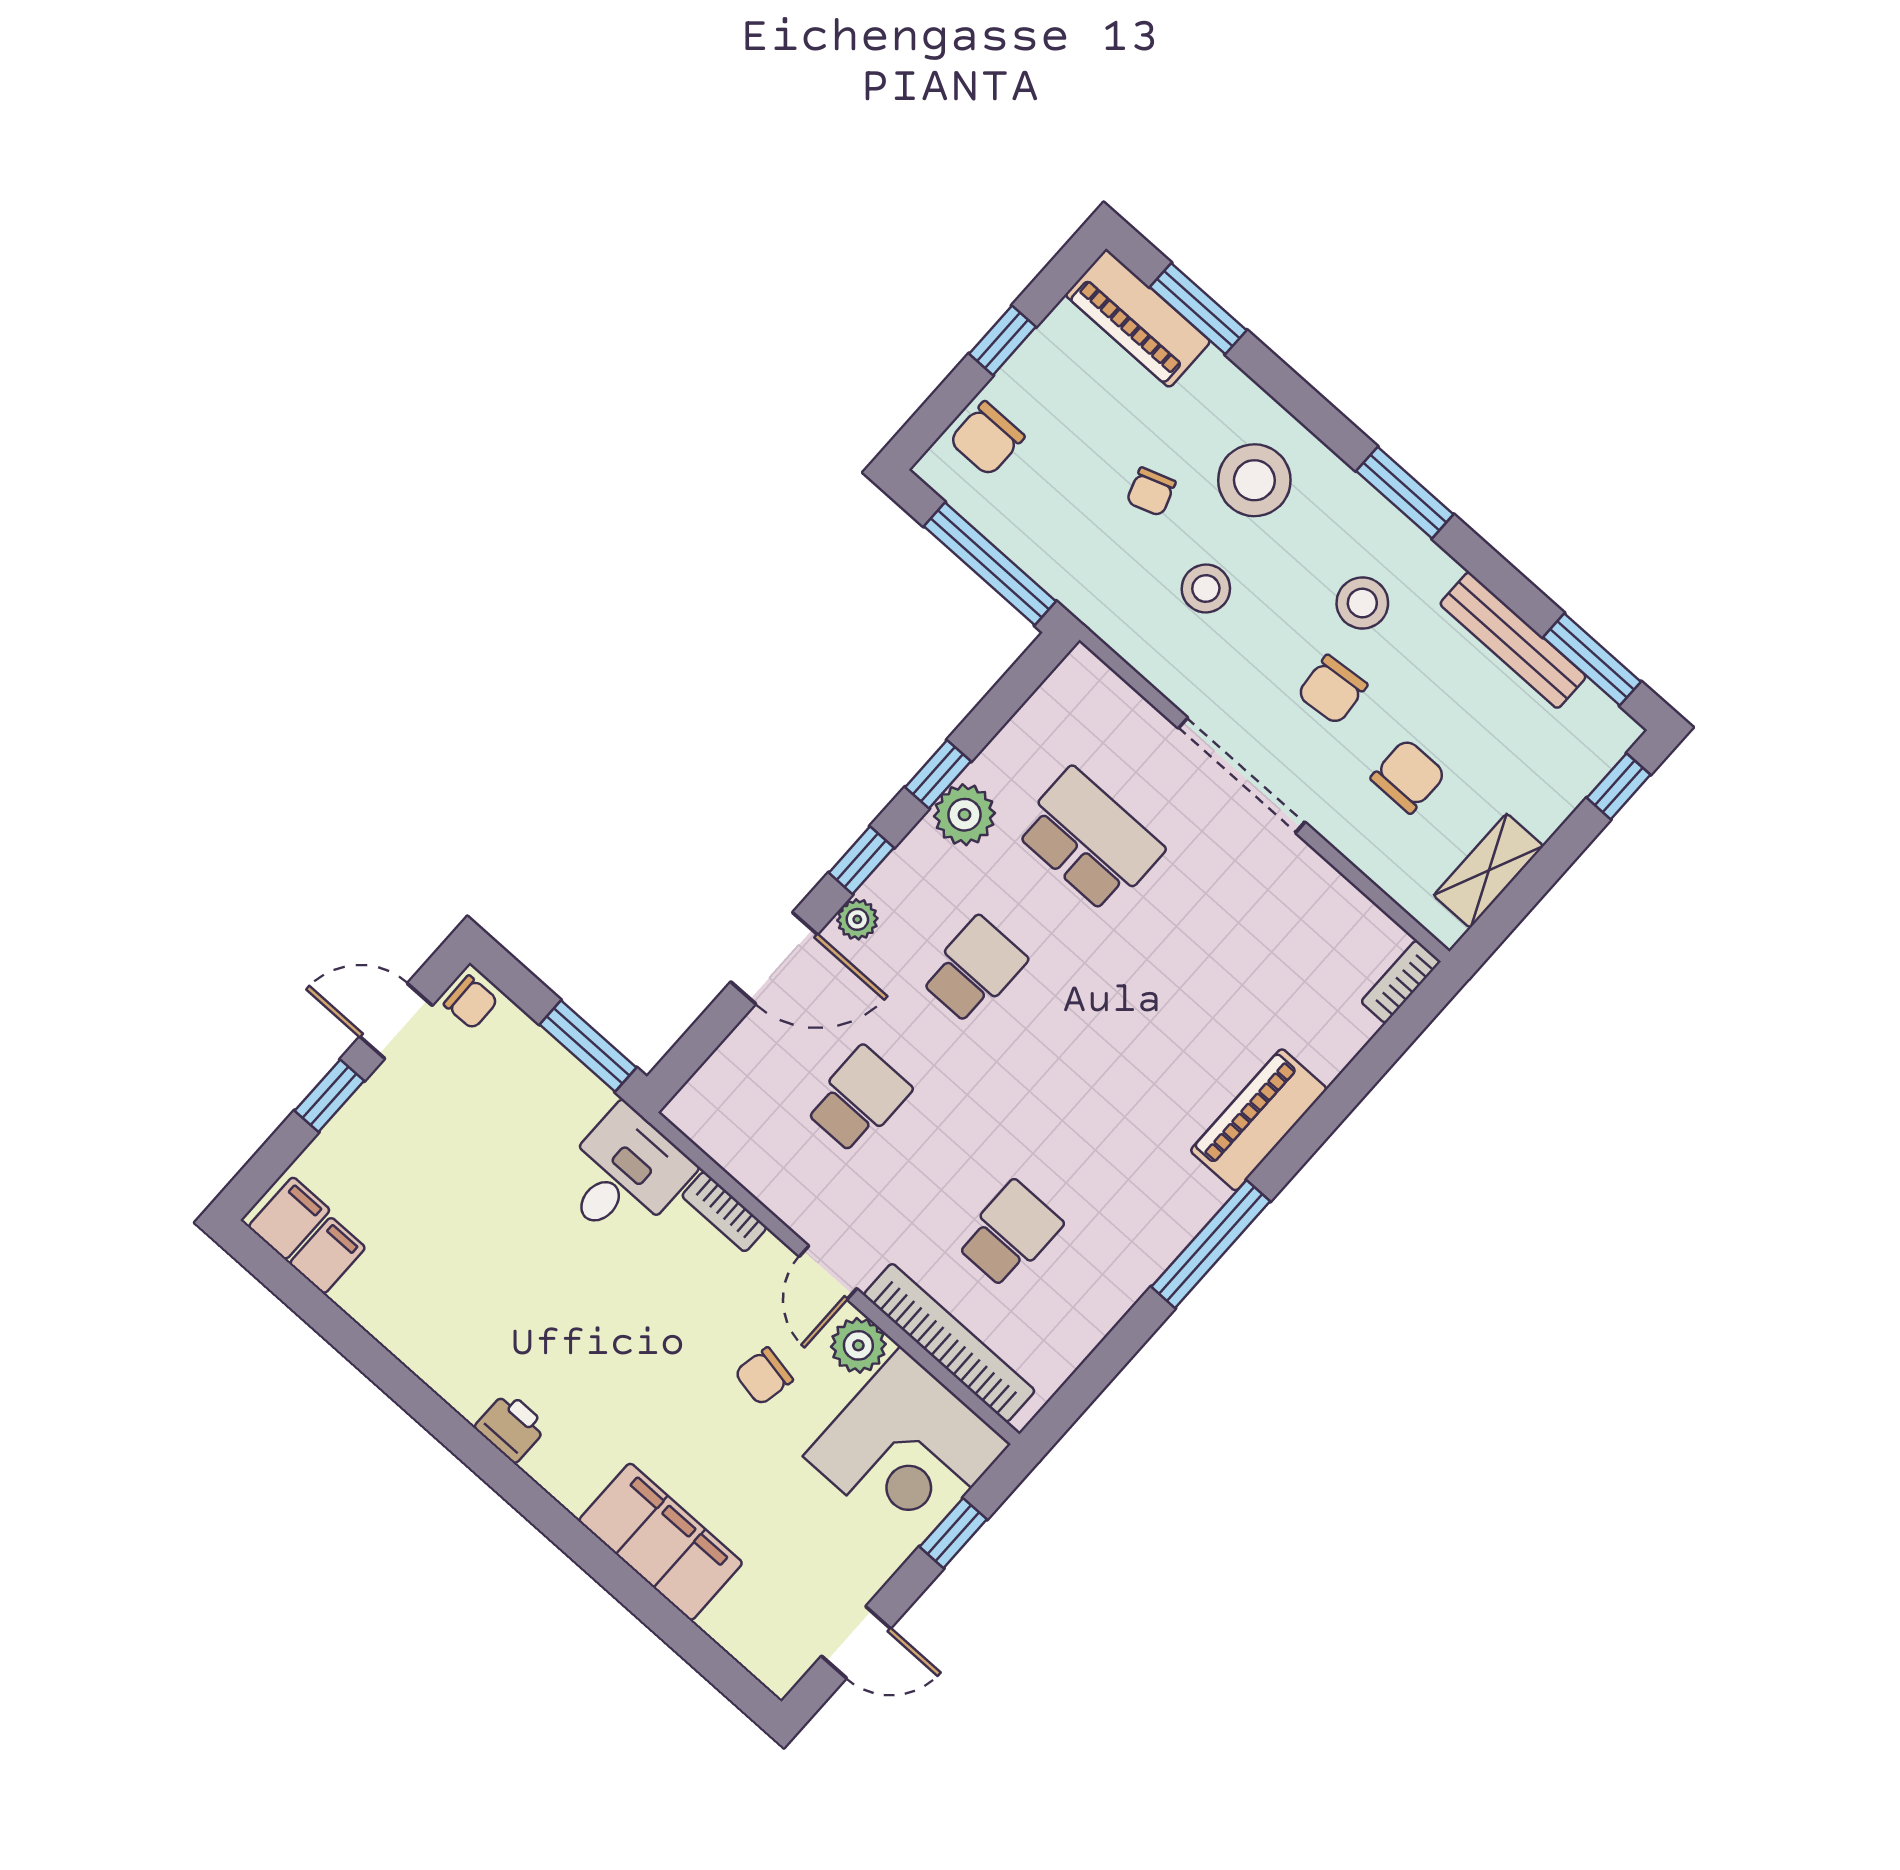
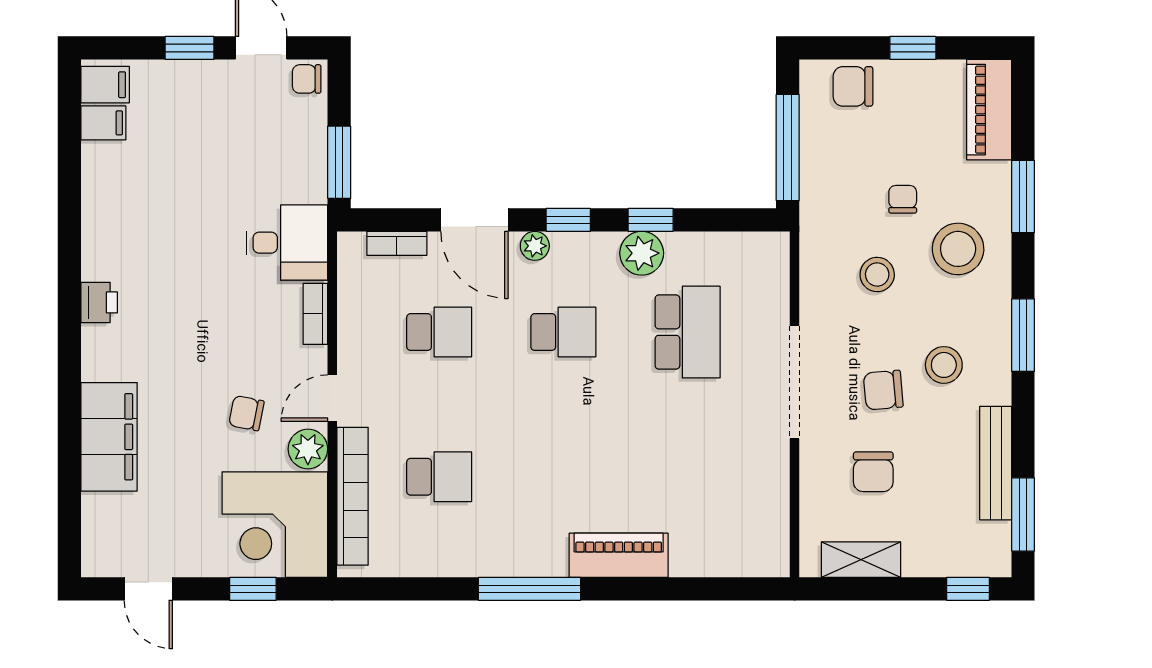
window: (1198, 309) -> (1023, 196), moved
chair: (1151, 492) -> (903, 199), turned 109
chair: (1408, 776) -> (873, 472), turned 90
bookcase: (1401, 982) -> (397, 243), moved, turned 180
chair: (471, 1002) -> (307, 79), turned 91

